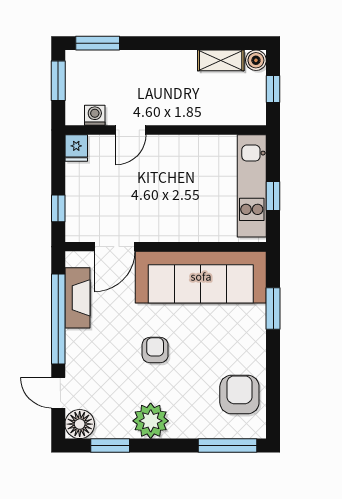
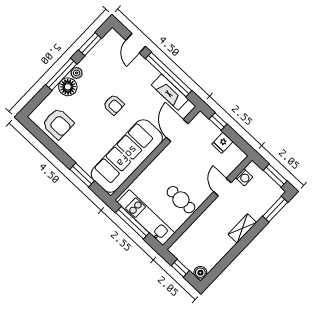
shelving: (221, 60) -> (242, 228), moved
fridge: (76, 148) -> (222, 143), moved, turned -90
cafe table: (192, 165) -> (181, 200), added
window: (273, 196) -> (132, 223), width x2.17
door: (58, 393) -> (136, 43), swing flipped
plant: (151, 421) -> (77, 73), width x0.53, depth x0.53
floor lamp: (80, 424) -> (68, 87), moved
window: (227, 446) -> (61, 74), moved

